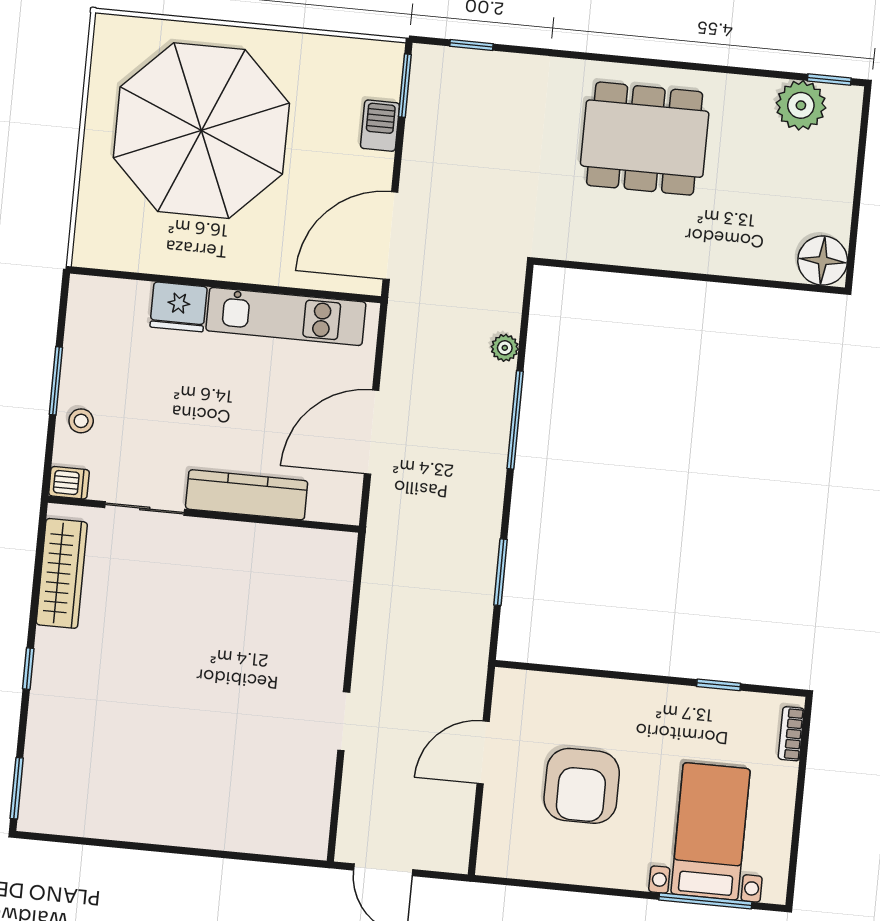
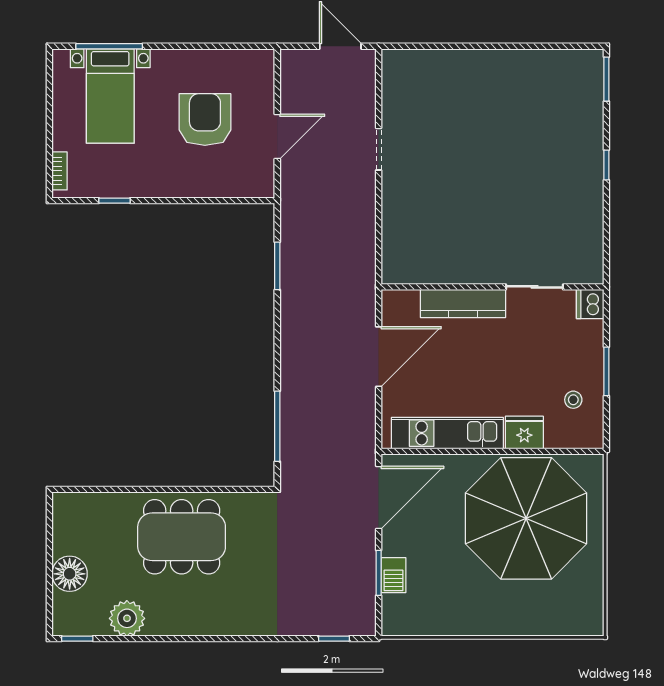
window: (405, 86) -> (379, 573), moved
plant: (801, 105) -> (127, 618), moved
parasol: (201, 131) -> (526, 518), moved
dining table: (645, 139) -> (182, 537), moved
floor lamp: (823, 261) -> (70, 574), moved
plant: (505, 348) -> (290, 426), removed
window: (515, 420) -> (277, 426), moved
stool: (81, 421) -> (573, 400), moved
dishwasher: (69, 483) -> (590, 304), width x1.38
wardrobe: (62, 573) -> (589, 235), removed

